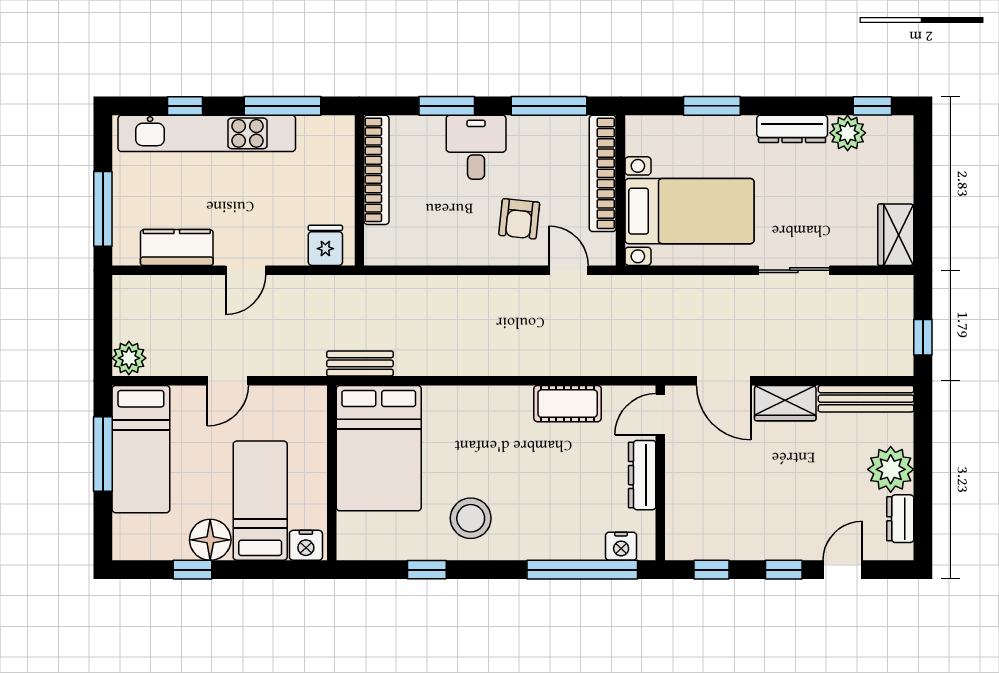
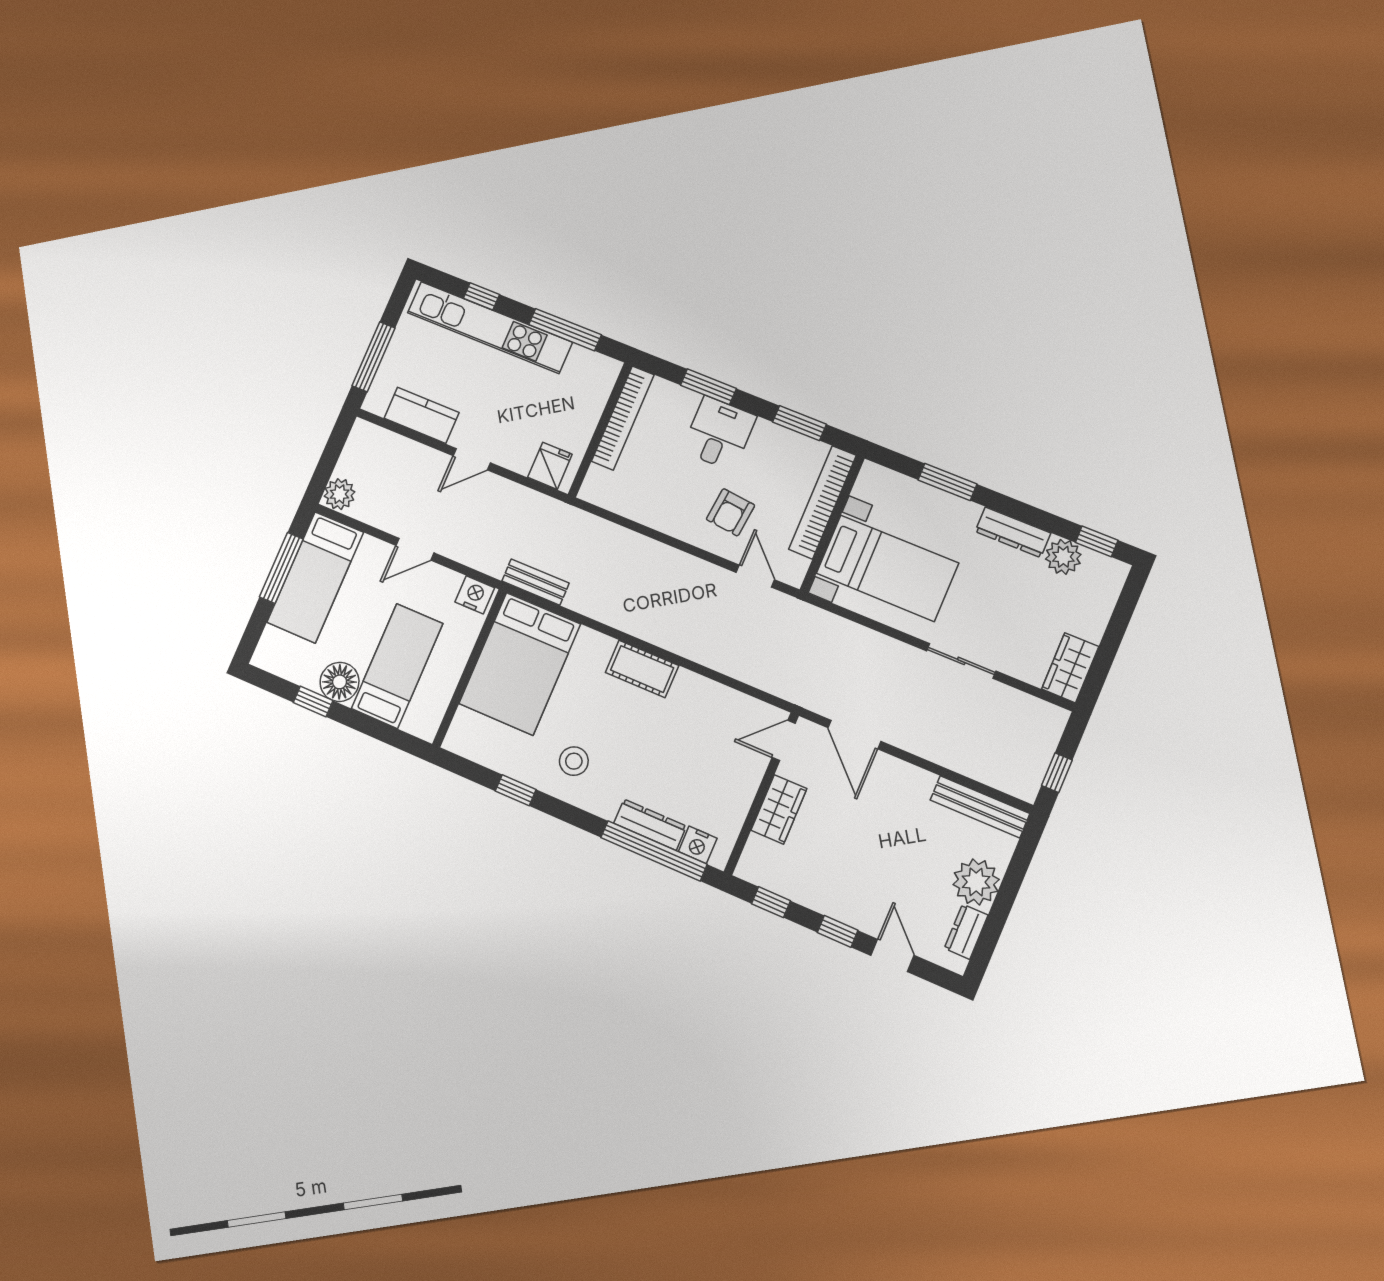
window: (549, 106) -> (799, 423), width x0.69
wardrobe: (785, 403) -> (779, 809), moved, turned -90
cot: (568, 404) -> (642, 669), moved
dresser: (642, 475) -> (650, 825), moved, turned 90
stool: (471, 518) -> (574, 761), width x0.73, depth x0.73
nightstand: (306, 545) -> (475, 595), moved, turned 180
door: (843, 570) -> (892, 955), hinge flipped

